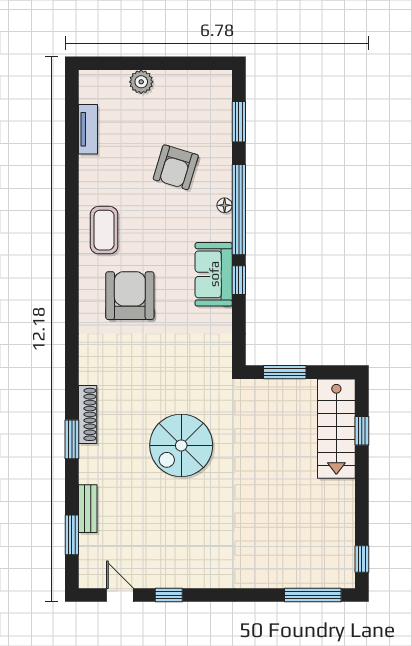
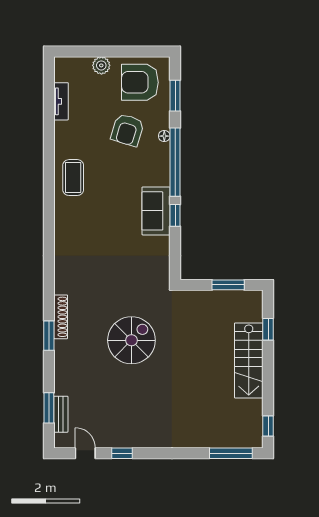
floor lamp: (225, 205) -> (164, 136), moved
armchair: (130, 296) -> (140, 82), moved, turned -90
window: (285, 372) -> (228, 285), moved
stairs: (336, 429) -> (249, 360), moved
spiral stairs: (181, 445) -> (131, 340), turned 180
bench: (88, 509) -> (61, 414), moved

